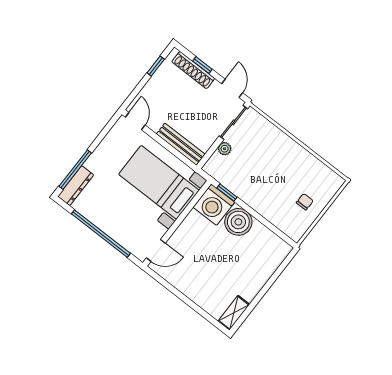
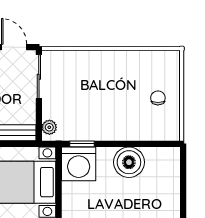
plant: (225, 149) -> (49, 127), moved
boiler: (238, 222) -> (129, 162), moved

